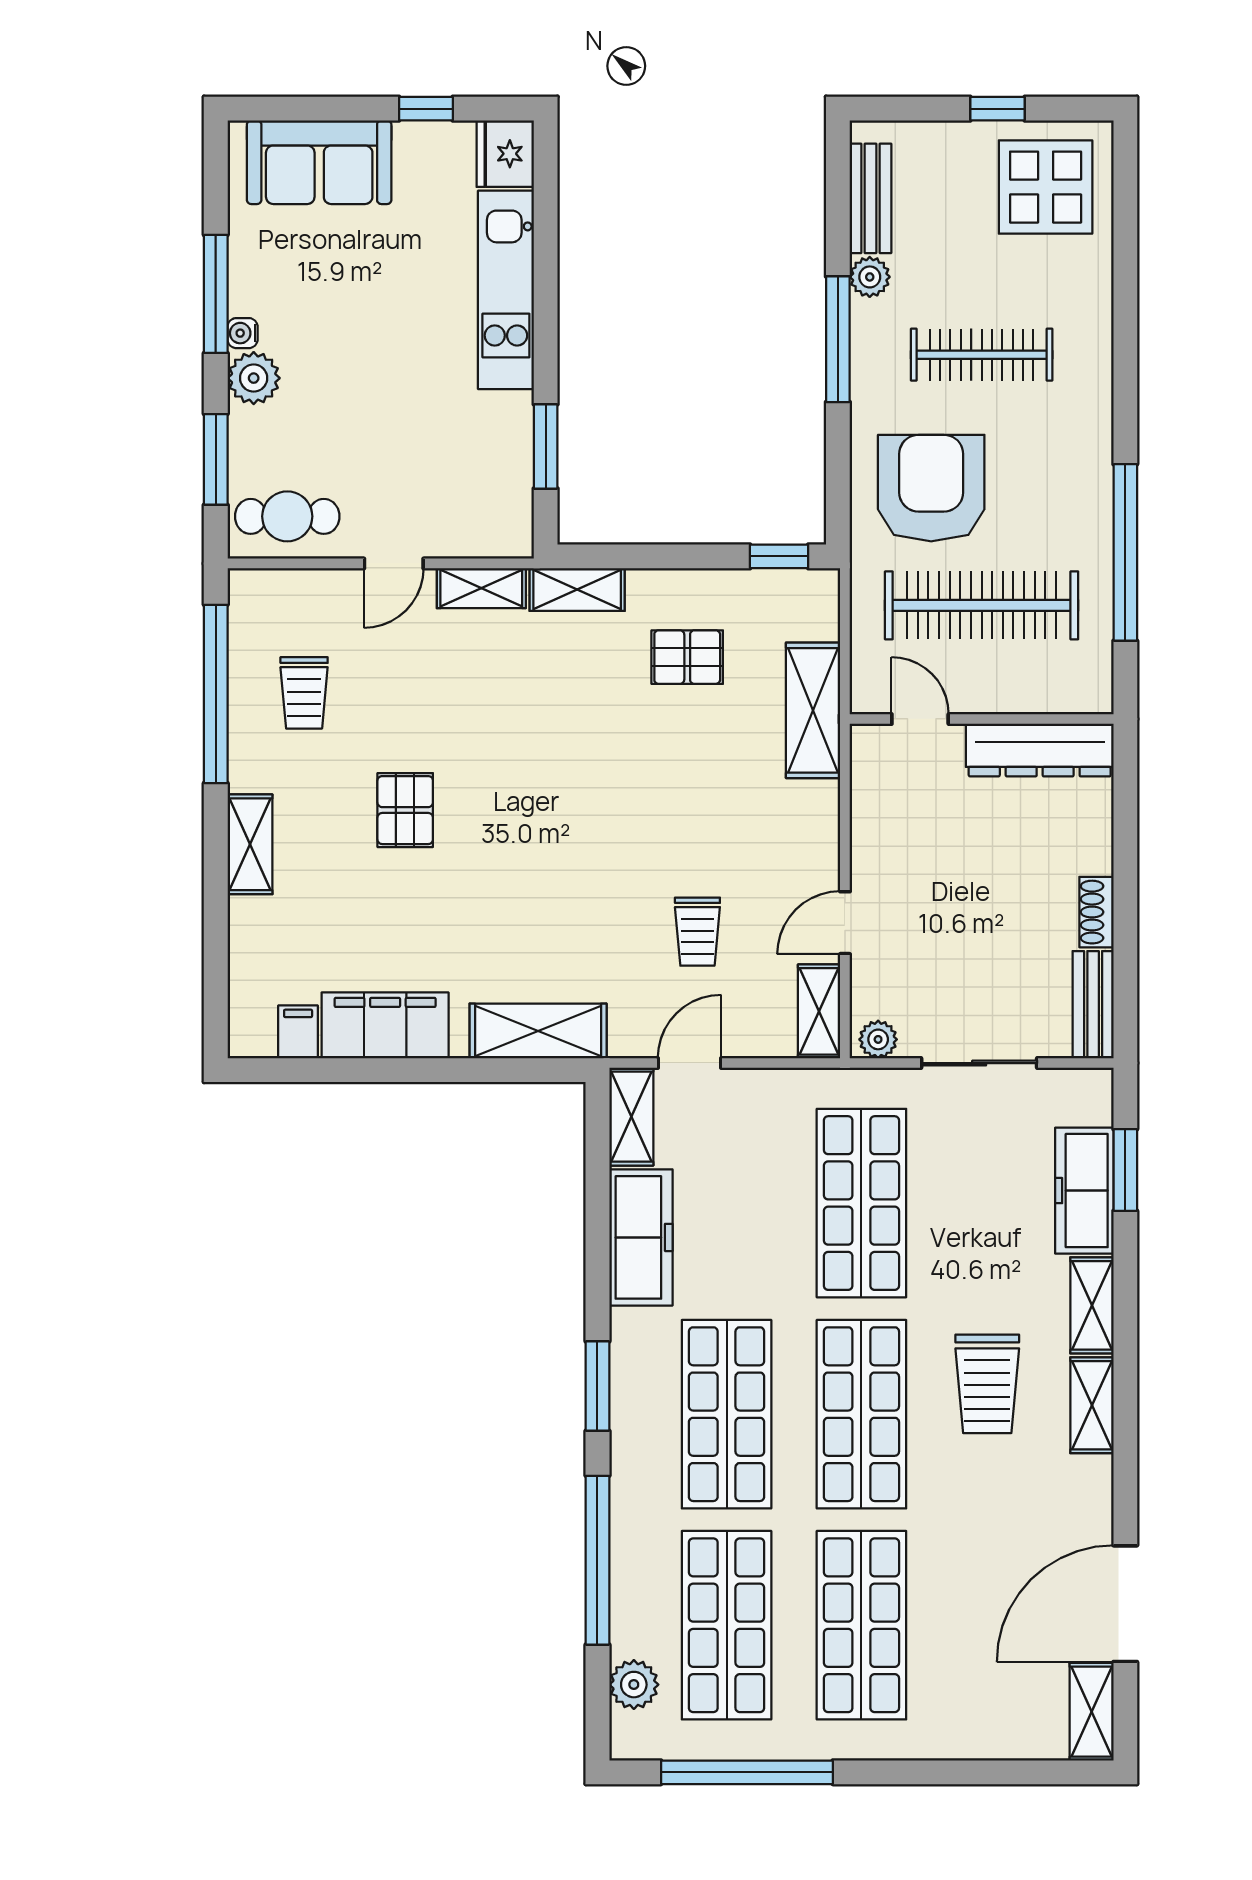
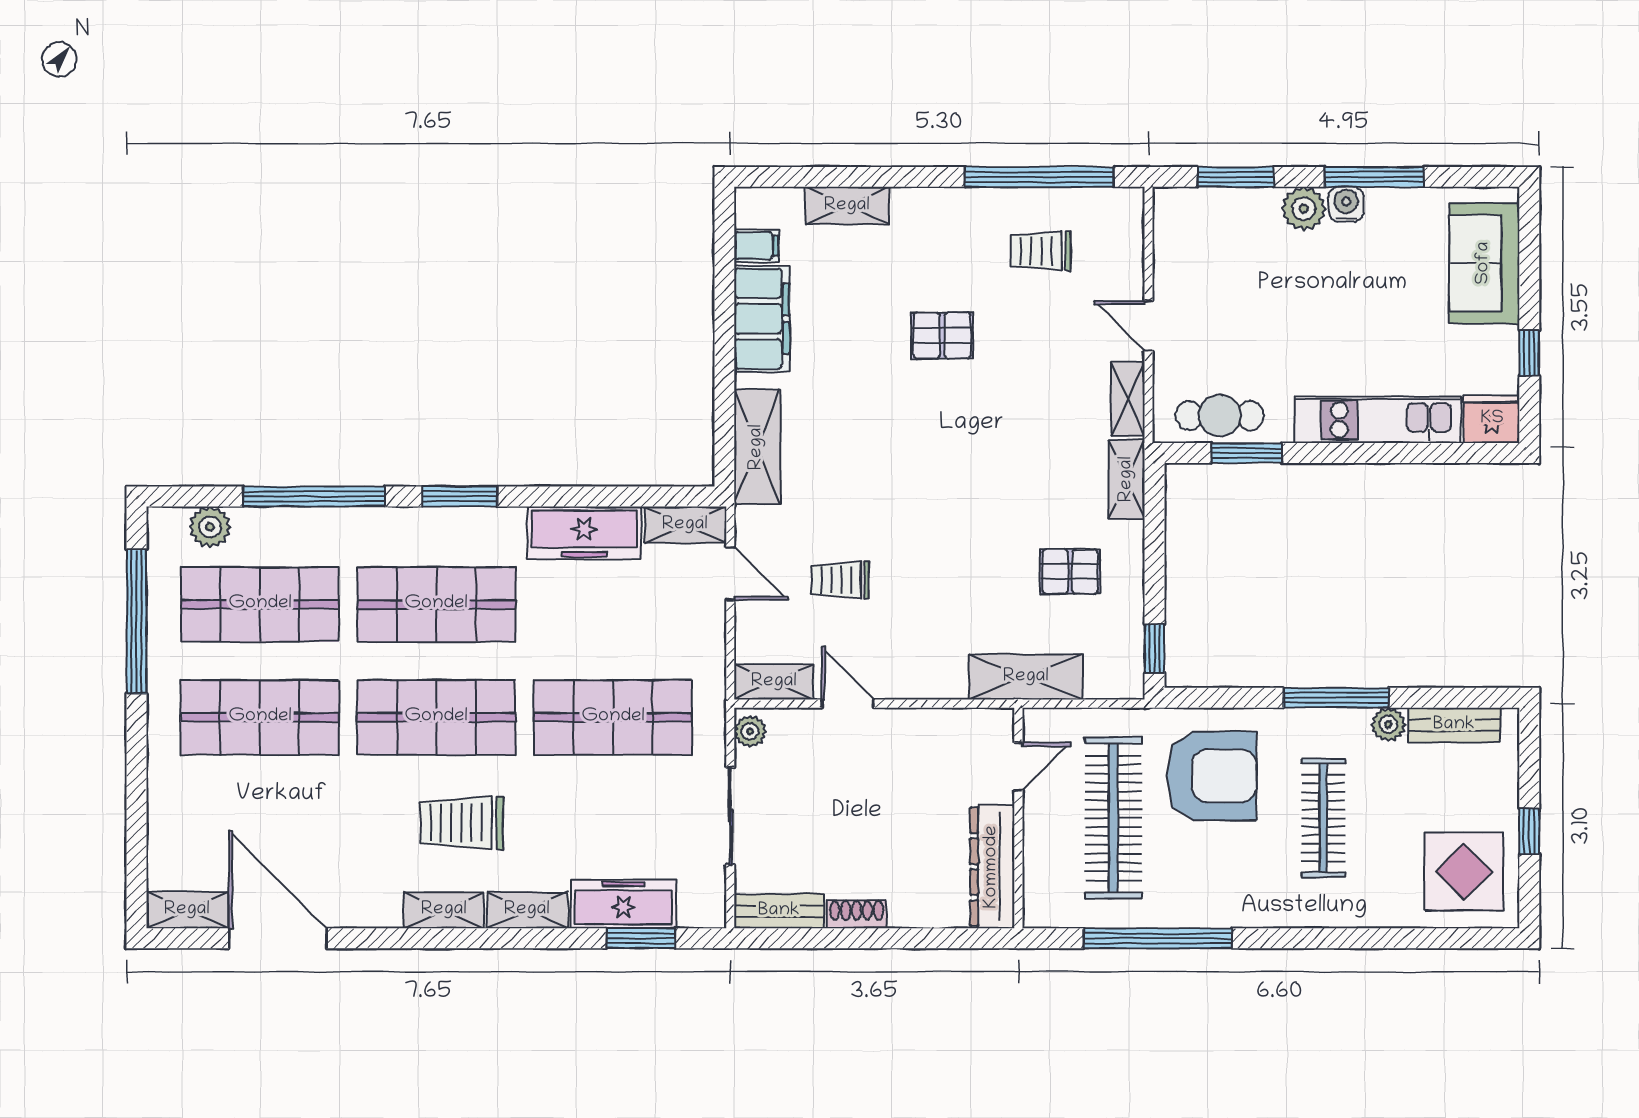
water cooler: (243, 333) -> (1346, 204), width x1.38, depth x1.38
cafe table: (287, 516) -> (1220, 416), moved, turned 90
pallet: (687, 657) -> (1070, 572), turned 90
shelving: (250, 844) -> (847, 206), moved

